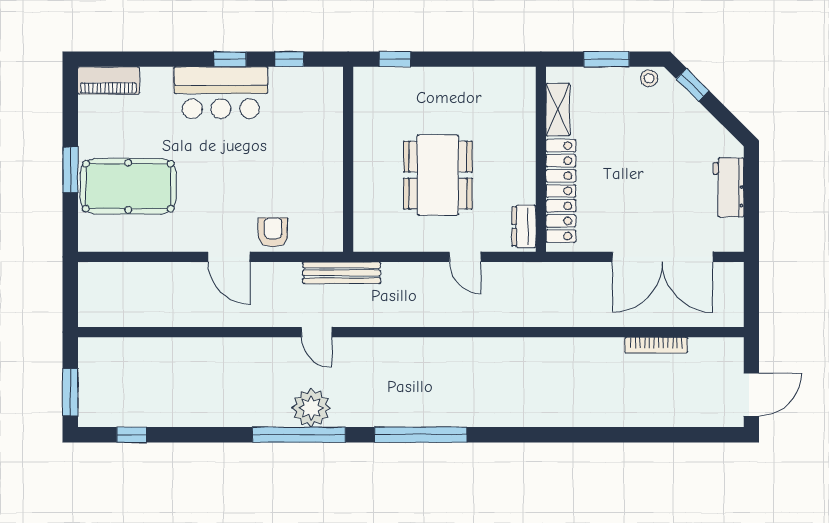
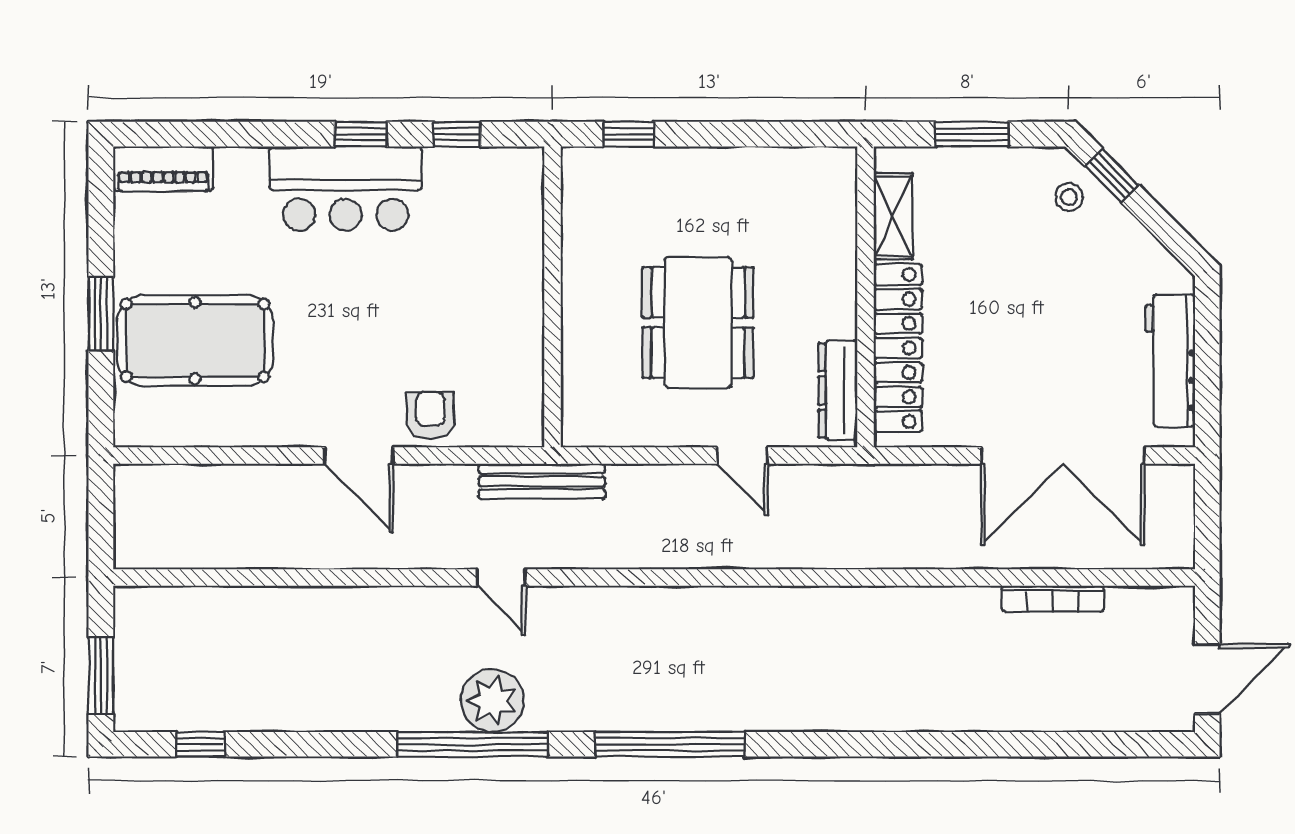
stool: (649, 78) -> (1069, 197), moved
workbench: (729, 187) -> (1170, 361), width x1.37
dresser: (524, 226) -> (838, 390), width x1.44

